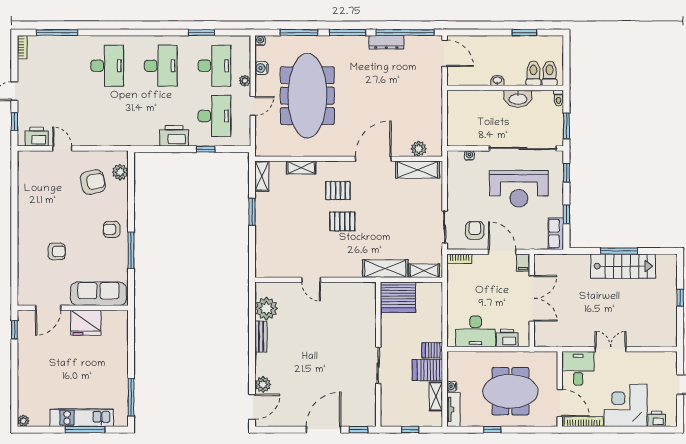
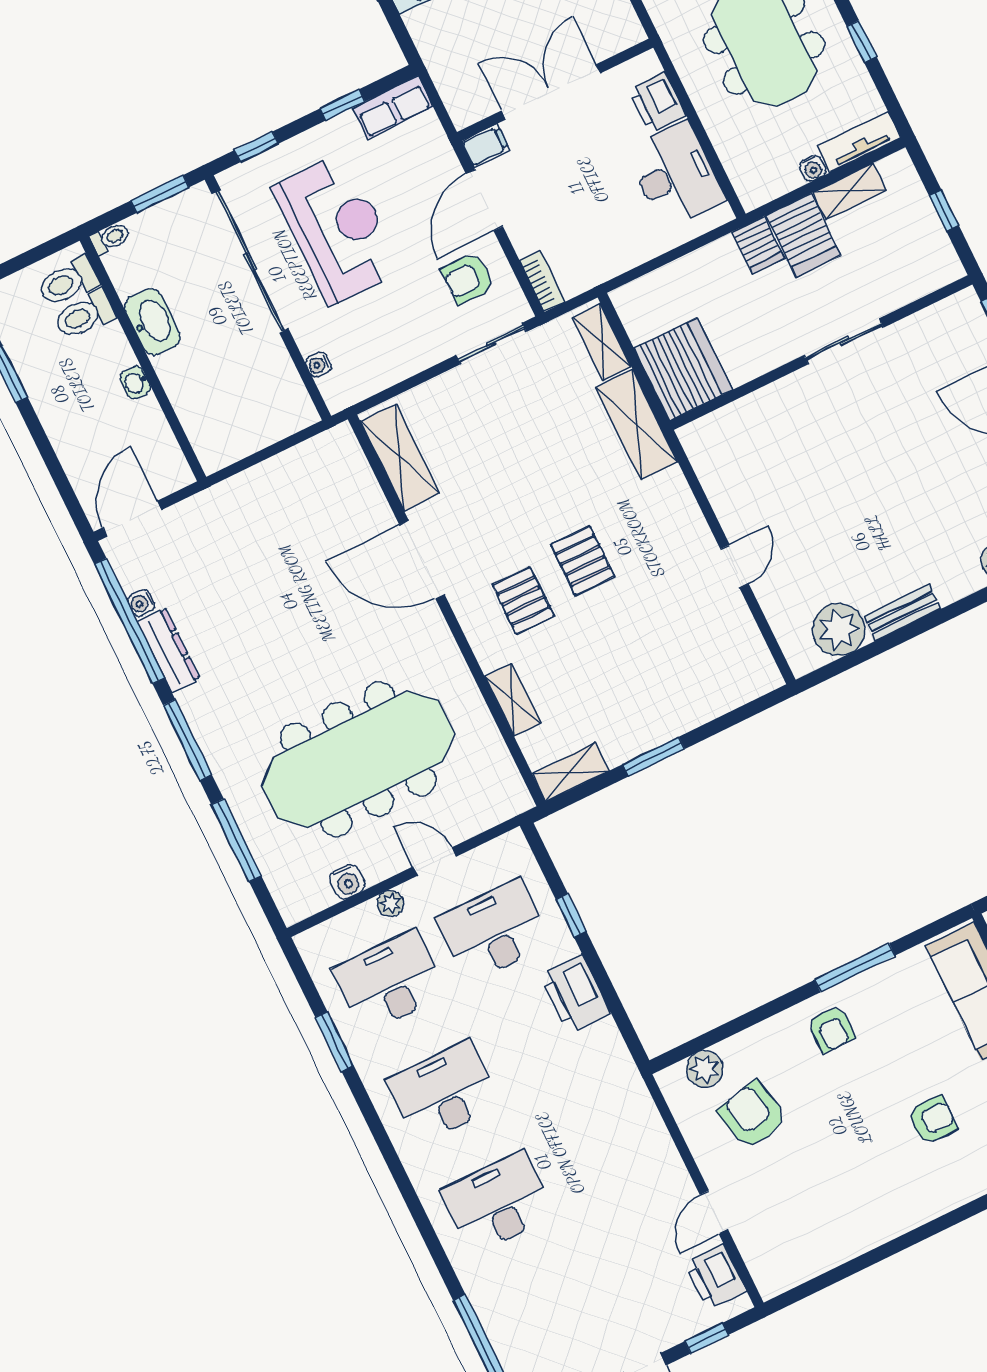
water cooler: (260, 41) -> (141, 603), moved
plant: (419, 149) -> (356, 476), removed
armchair: (57, 251) -> (932, 1120), turned 90

